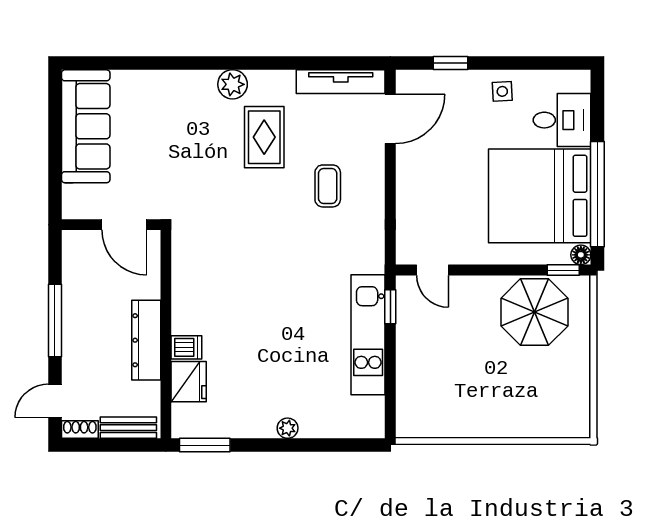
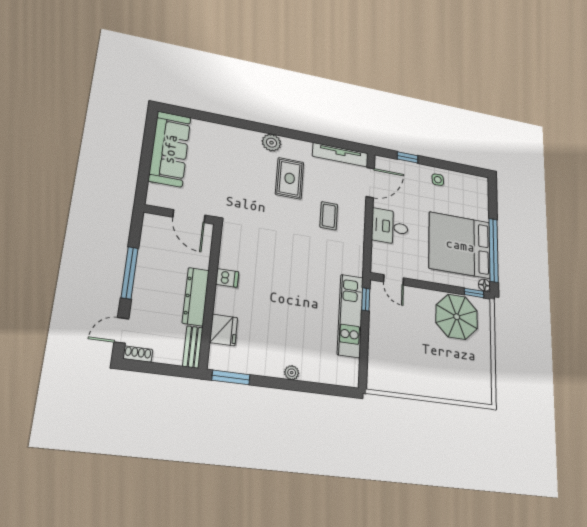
desk: (562, 120) -> (390, 227), moved, turned 180
dishwasher: (186, 347) -> (227, 278), moved
bench: (128, 428) -> (193, 347), moved, turned 90

